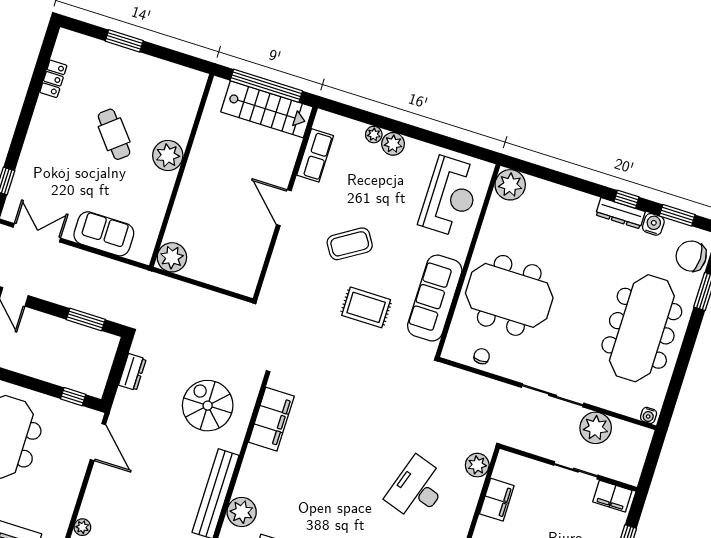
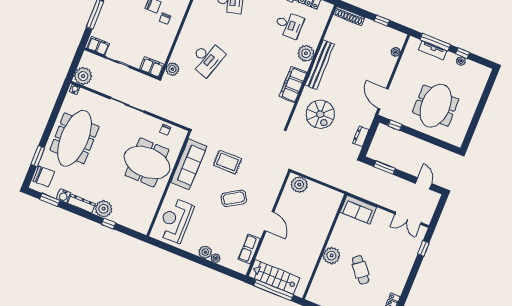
plant: (510, 185) -> (104, 209), moved
window: (627, 199) -> (109, 224), moved
sofa: (104, 234) -> (358, 210), moved
plant: (172, 257) -> (299, 185), moved
filing cabinet: (271, 419) -> (293, 84), moved
plant: (596, 428) -> (83, 76), moved
filing cabinet: (497, 500) -> (152, 67), moved, turned 90

